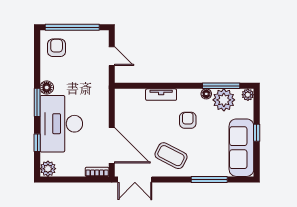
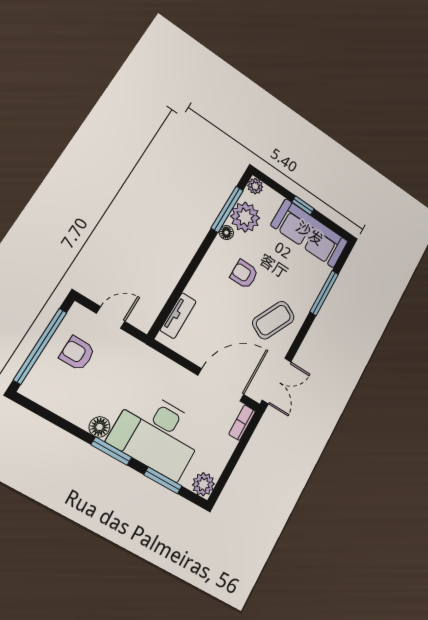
armchair: (57, 48) -> (77, 353), moved
tv unit: (161, 95) -> (178, 316), moved
window: (37, 143) -> (163, 480), width x1.50

